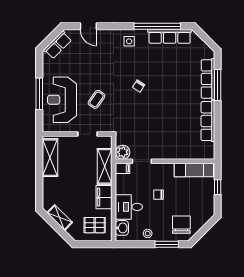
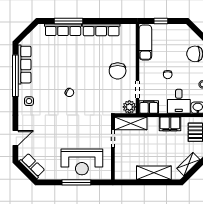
coffee table: (97, 99) -> (82, 131), removed
chair: (163, 139) -> (118, 71), added
shelving: (50, 158) -> (154, 173), moved
shelving: (105, 166) -> (131, 123), moved
filing cabinet: (123, 168) -> (149, 107), width x2.00

